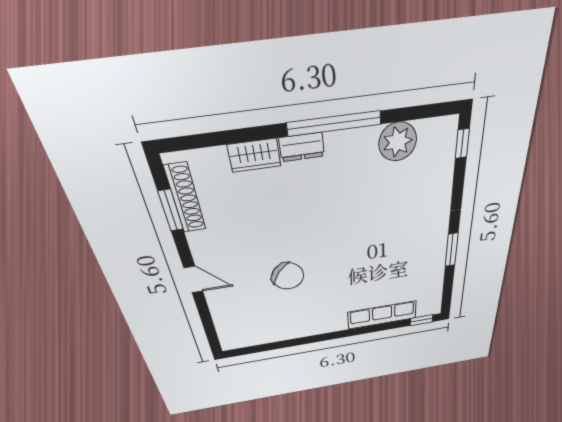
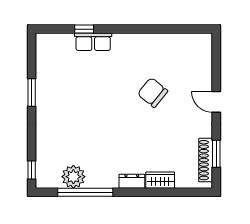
window: (334, 123) -> (85, 192), moved
row of seats: (382, 315) -> (93, 42), width x0.68
window: (421, 320) -> (84, 29), moved

